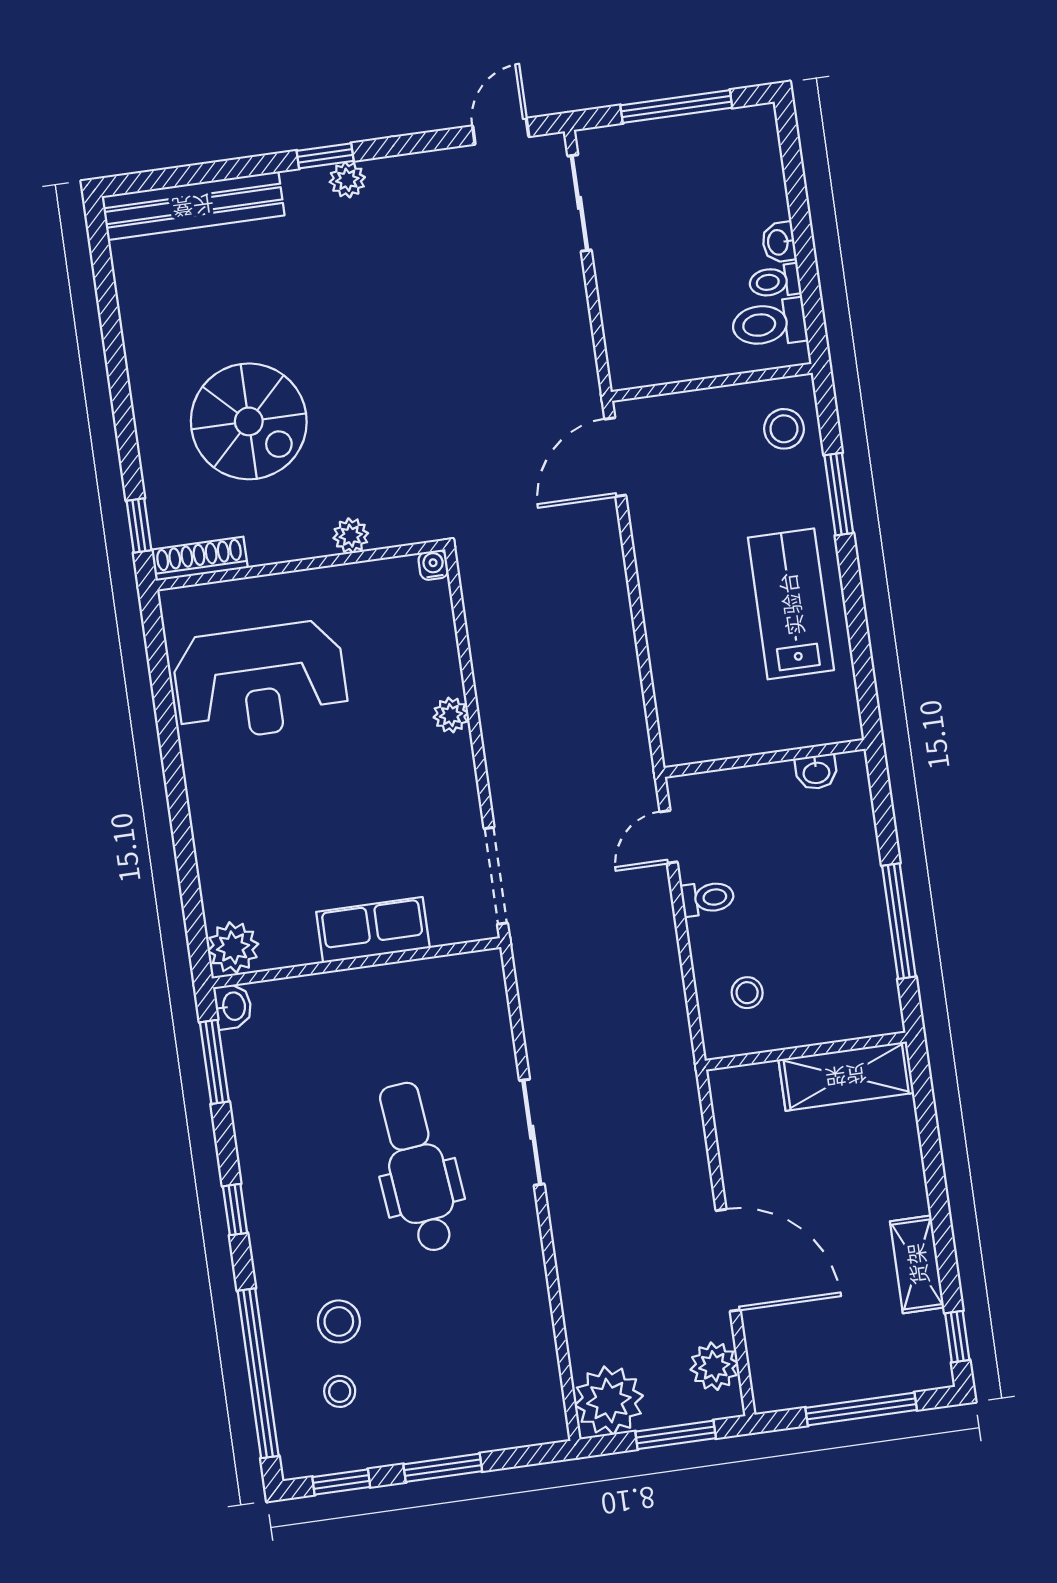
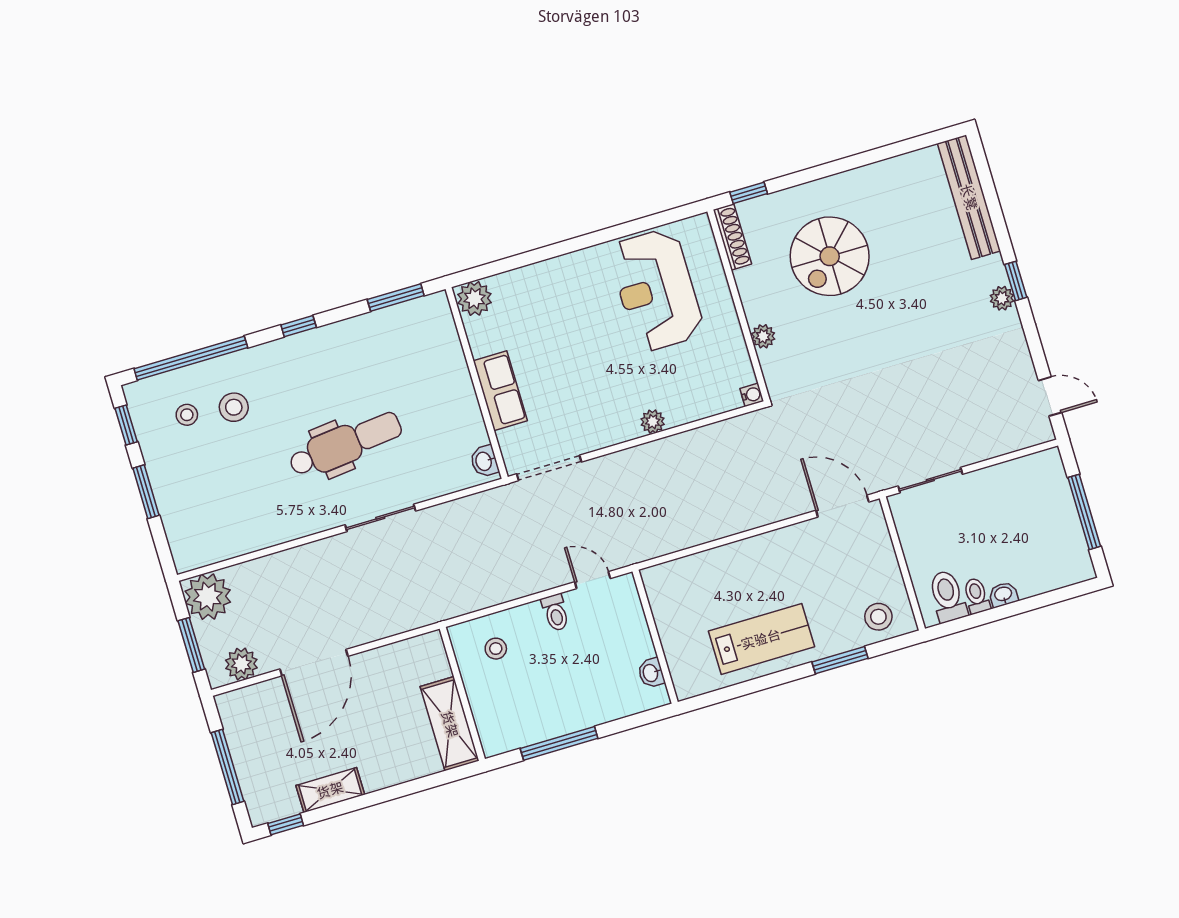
sliding door: (579, 203) -> (930, 480), moved
washbasin: (233, 1006) -> (484, 461), moved, turned 90

